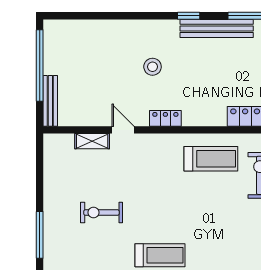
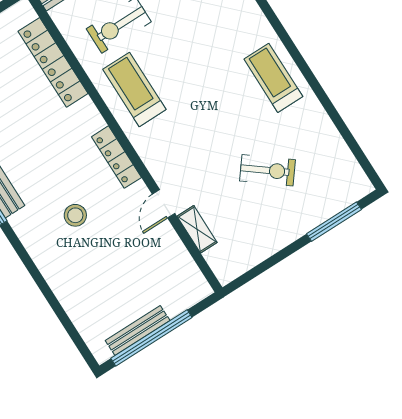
bench: (50, 101) -> (138, 330), moved
locker: (165, 118) -> (116, 157), width x1.53
exercise bike: (101, 213) -> (267, 170), turned -52

